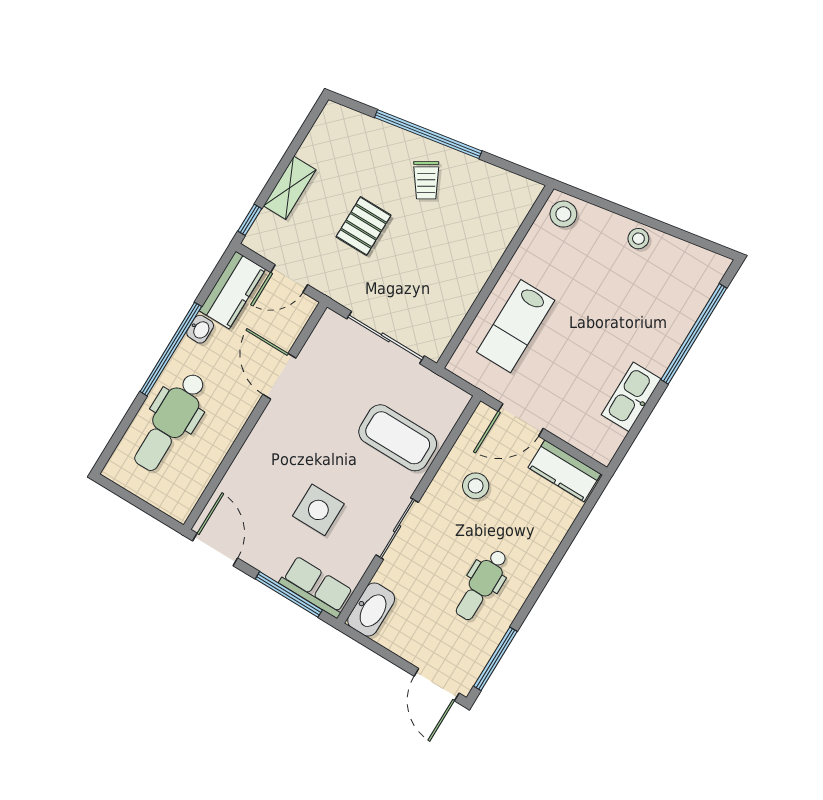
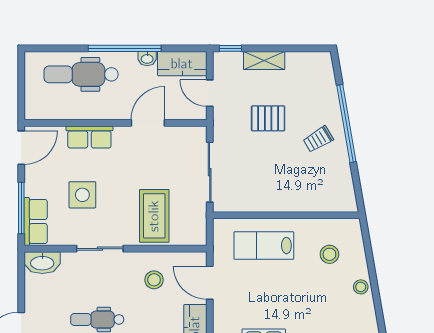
stool: (563, 214) -> (329, 254), moved
row of seats: (253, 458) -> (89, 137), added

